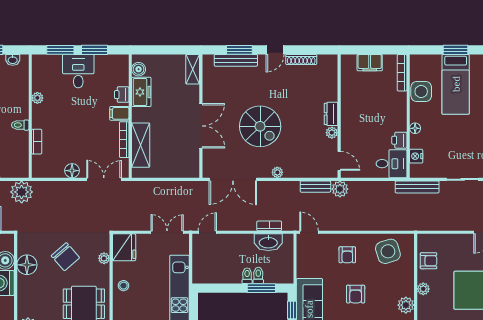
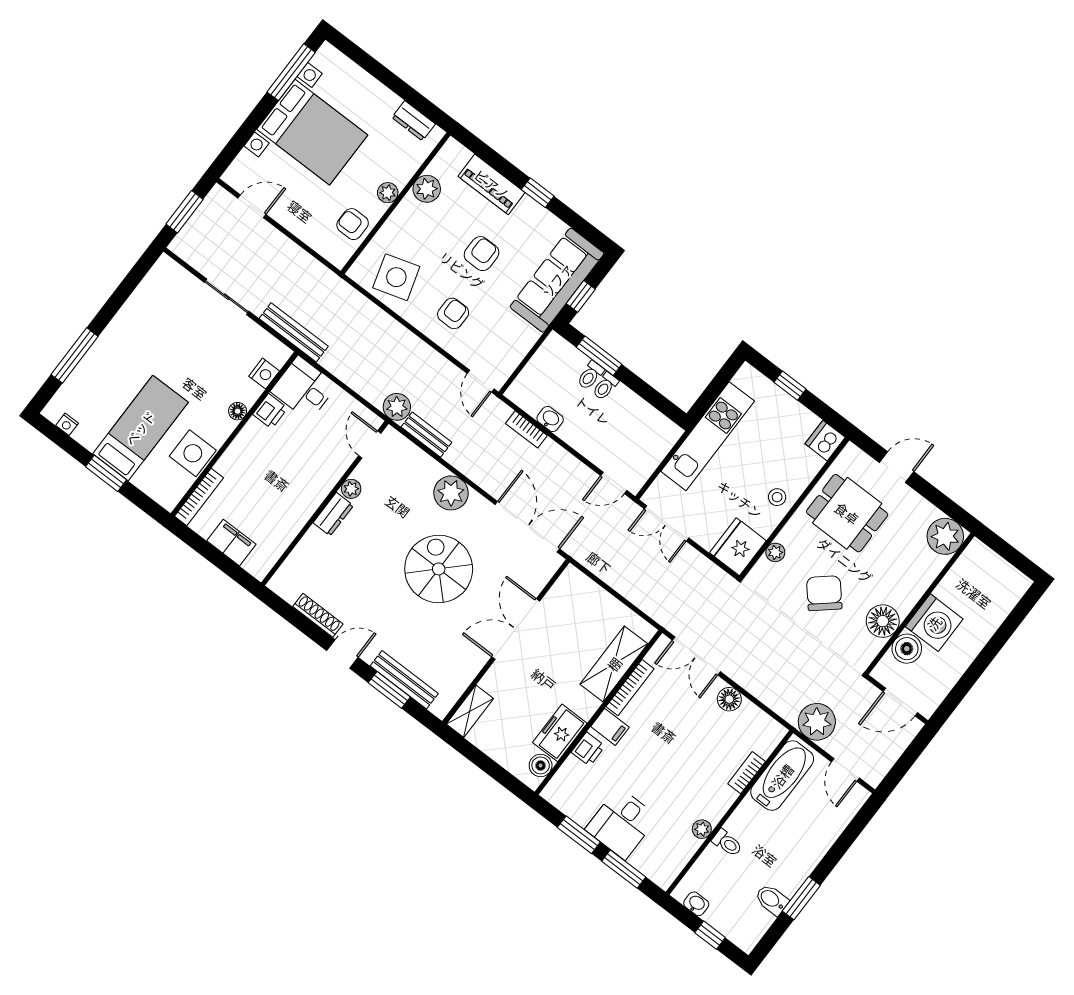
toilet: (20, 125) -> (727, 843), moved
bathtub: (18, 153) -> (782, 776), added
plant: (277, 172) -> (451, 493), width x1.88, depth x1.88
washbasin: (268, 242) -> (550, 419), width x0.52, depth x0.69

